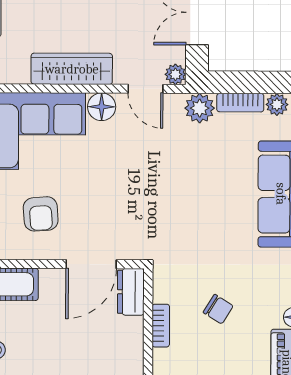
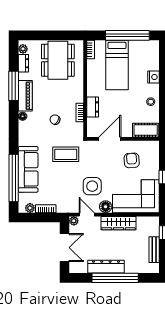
plant: (200, 108) -> (63, 206), removed
side table: (132, 155) -> (92, 186), added
coffee table: (194, 229) -> (66, 154), added
dresser: (131, 292) -> (93, 107), moved

